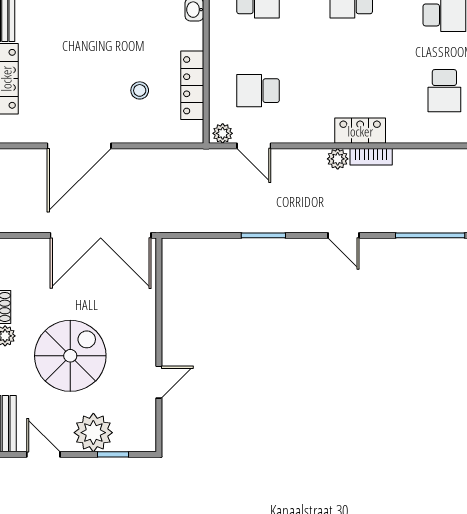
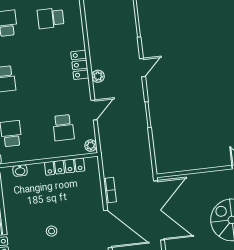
stool: (140, 90) -> (52, 231), moved
school desk: (444, 91) -> (51, 18), turned 180
door: (254, 146) -> (94, 110), moved
bookcase: (371, 157) -> (110, 190), moved

